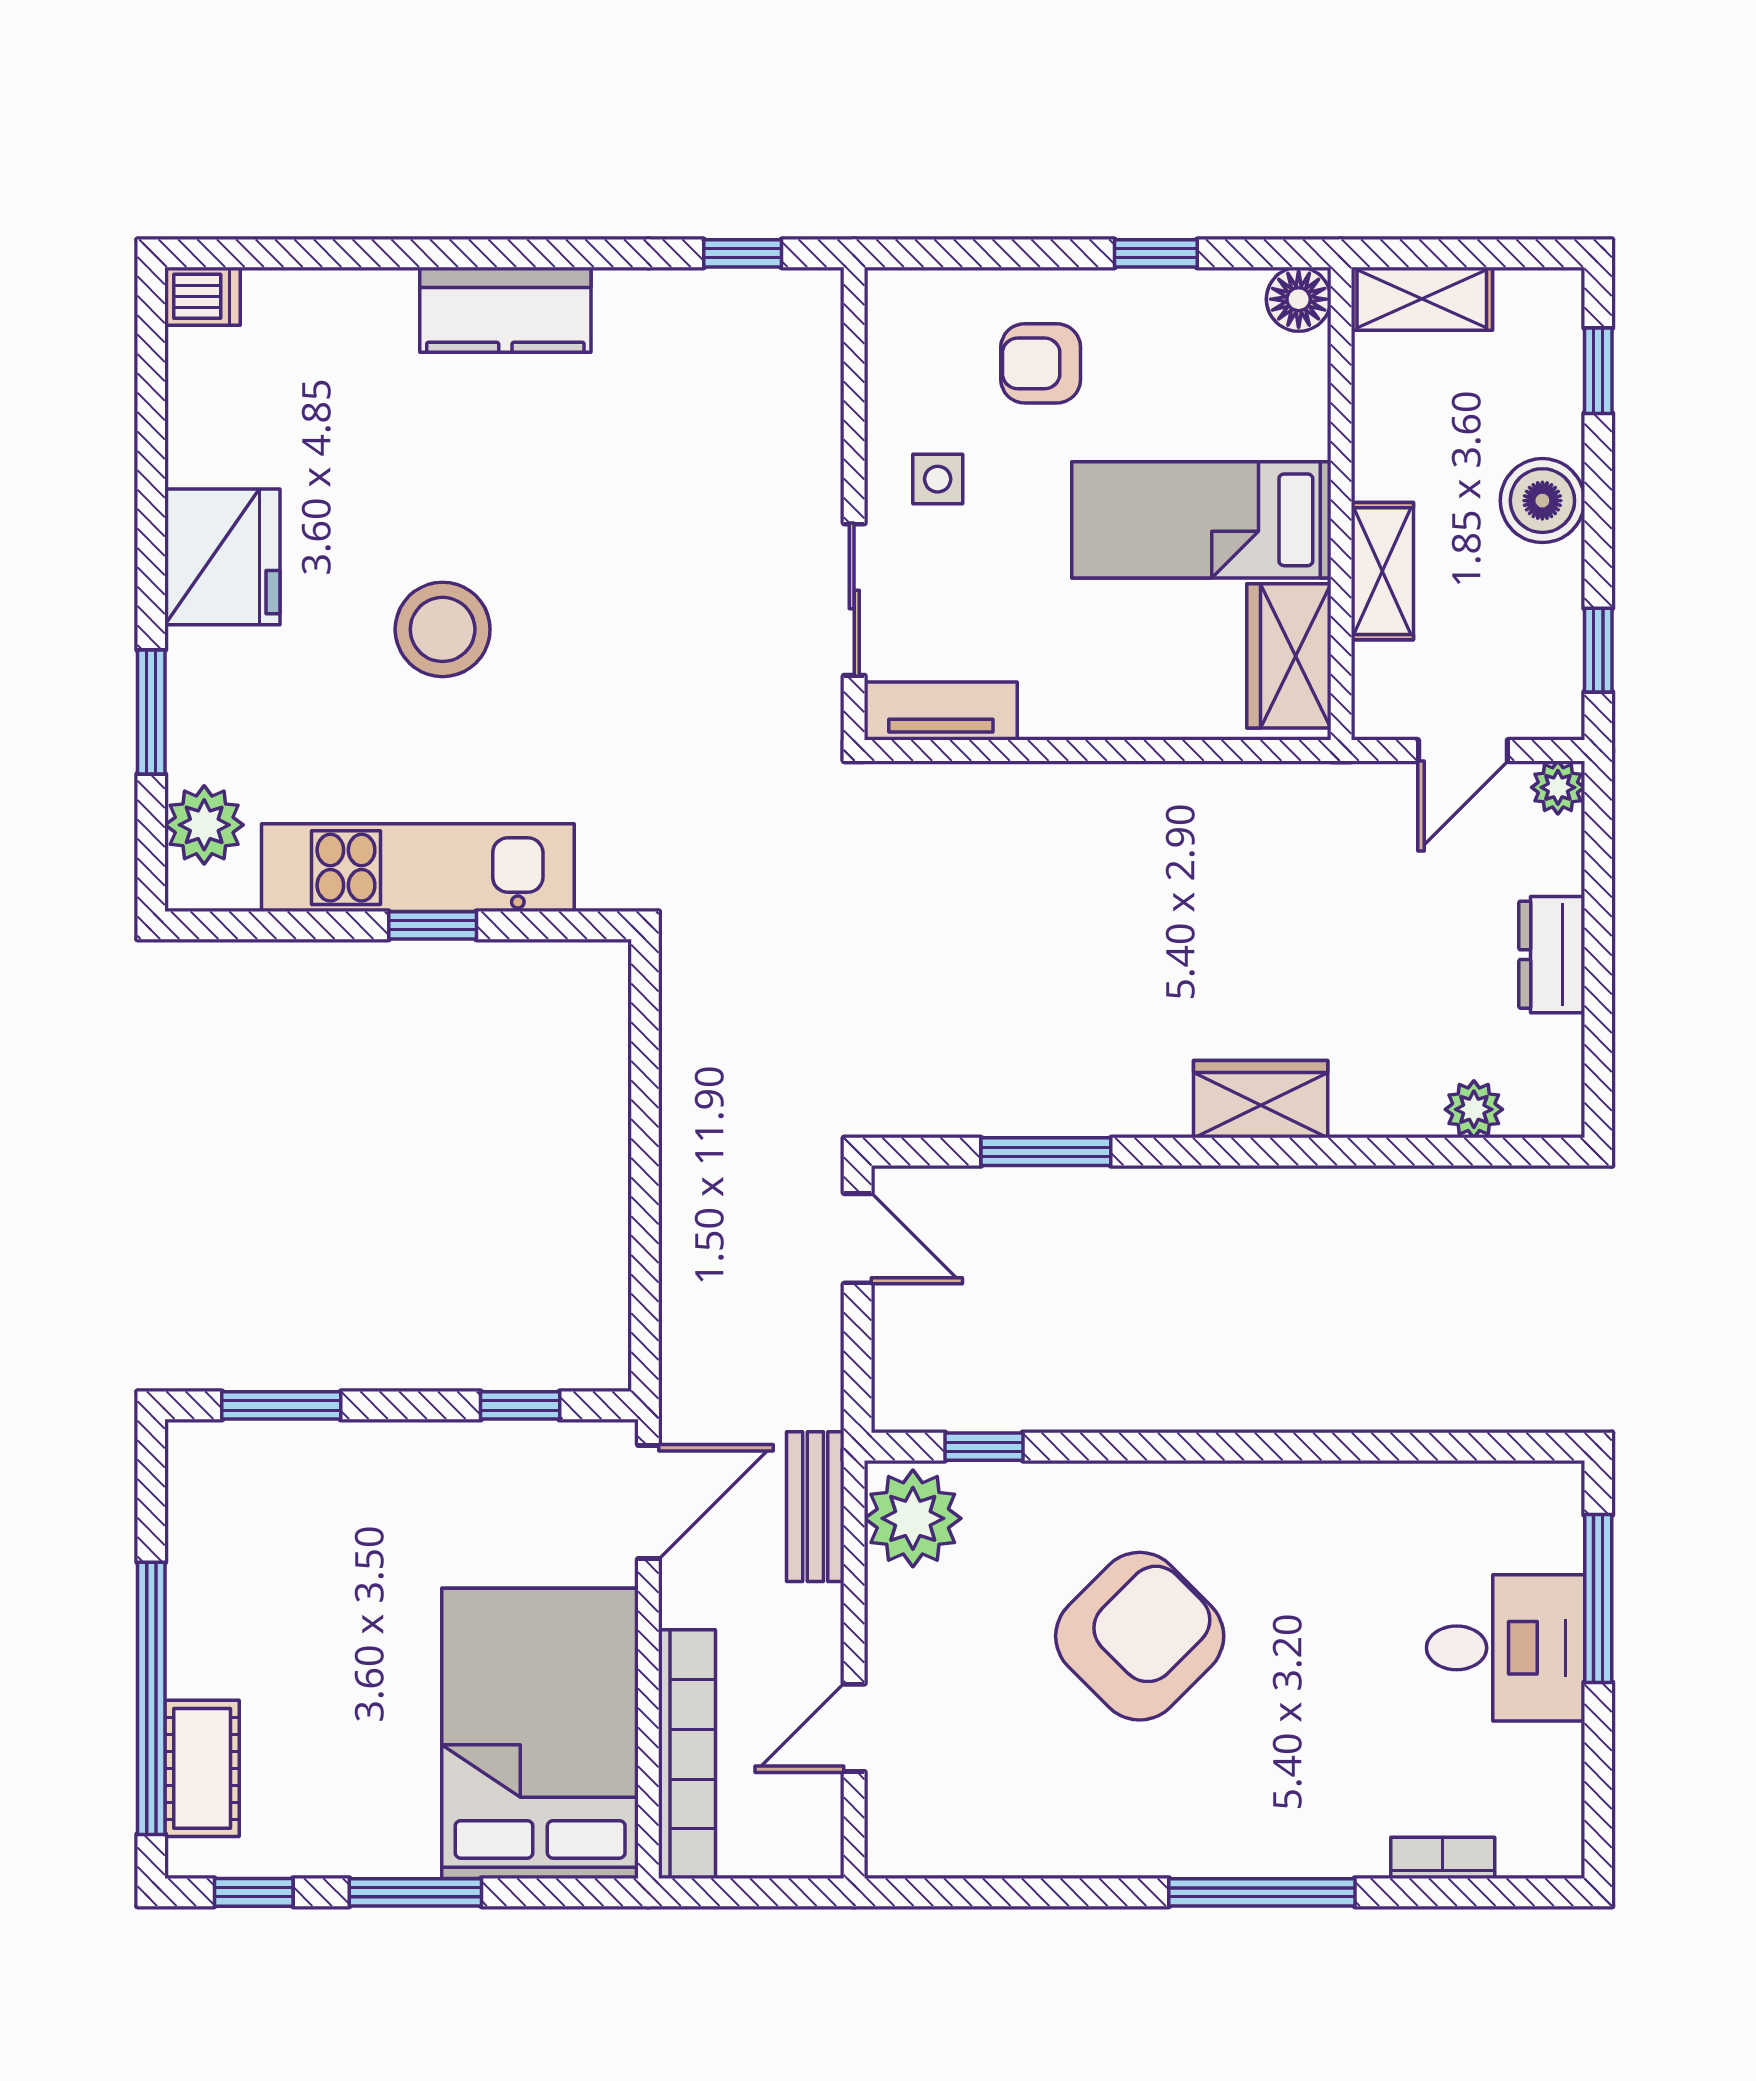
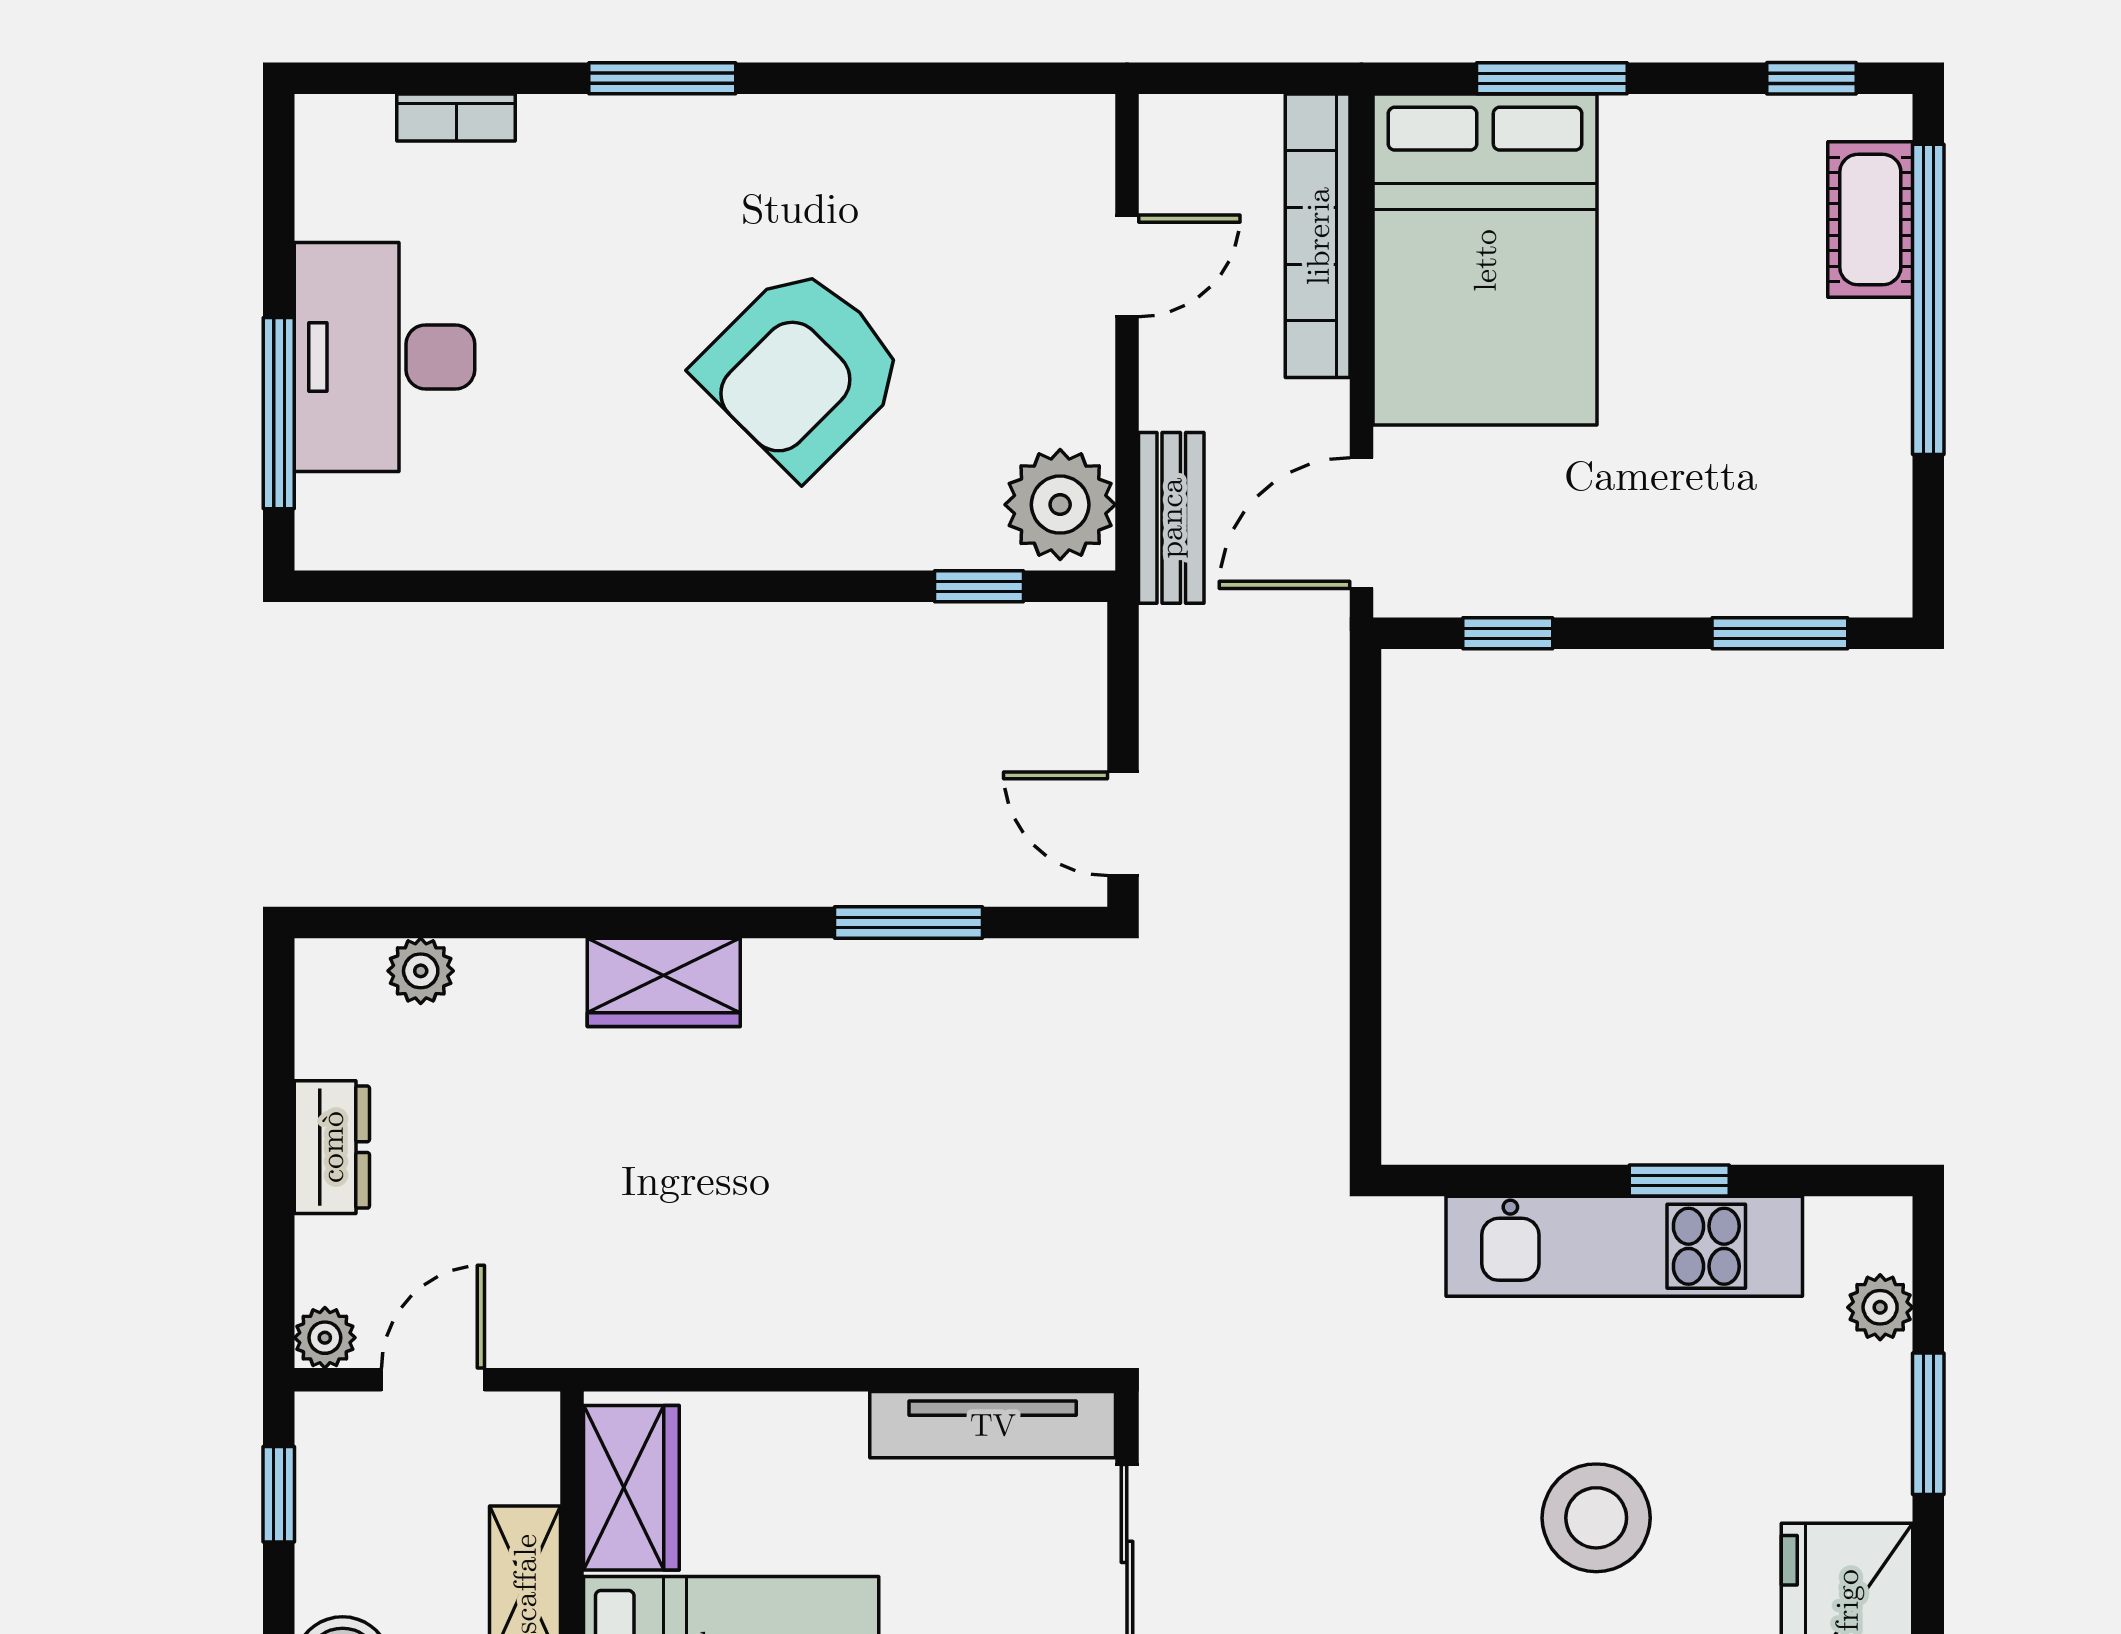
tv unit: (941, 711) -> (993, 1425), width x1.41
plant: (204, 825) -> (1880, 1307), width x0.73, depth x0.73
window: (433, 925) -> (1679, 1180), moved
desk: (1506, 1648) -> (385, 357), width x1.37
window: (415, 1892) -> (1552, 78), moved
window: (1262, 1892) -> (662, 78), width x0.69

